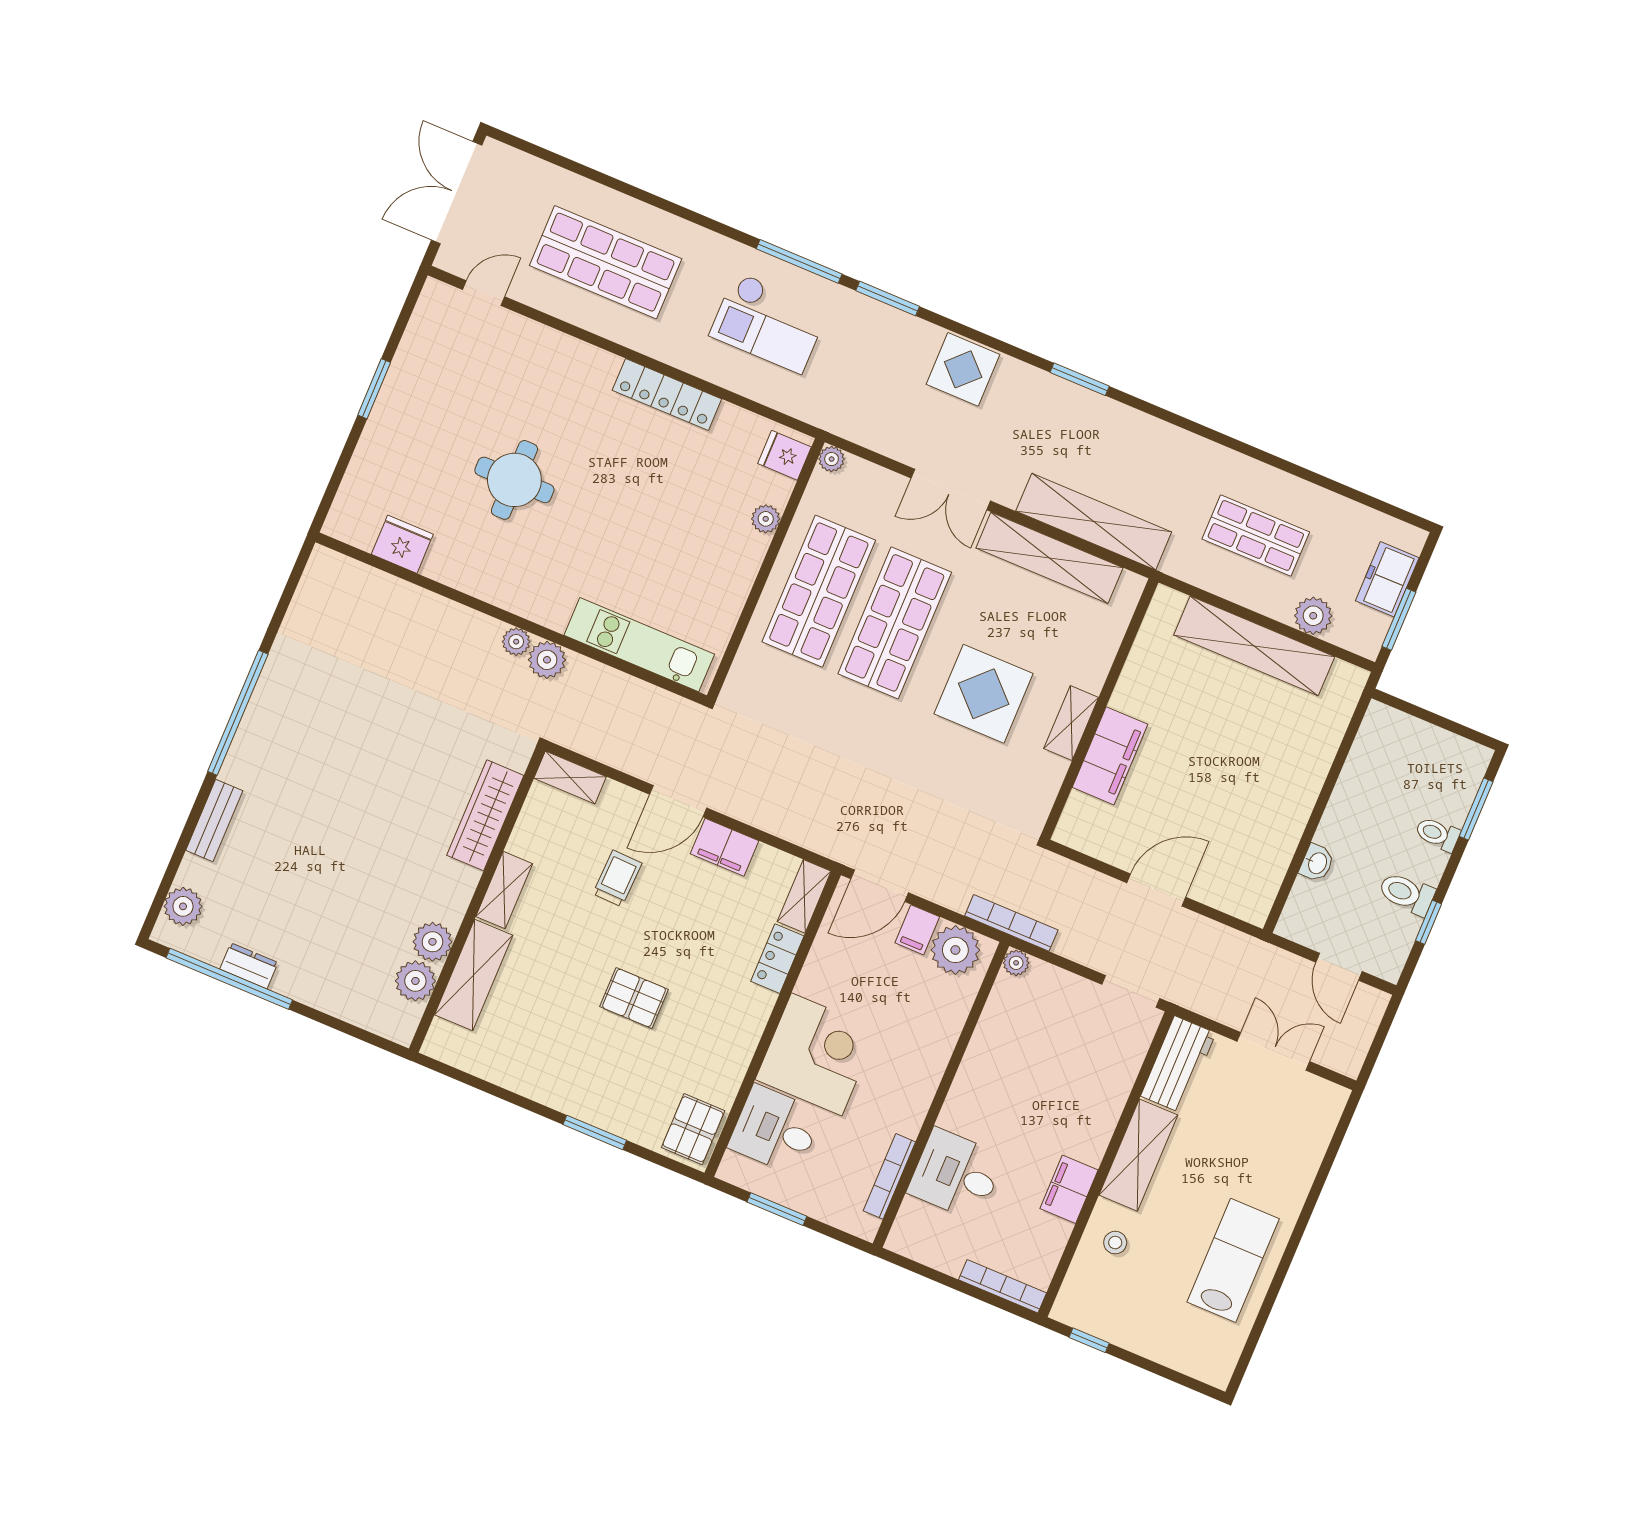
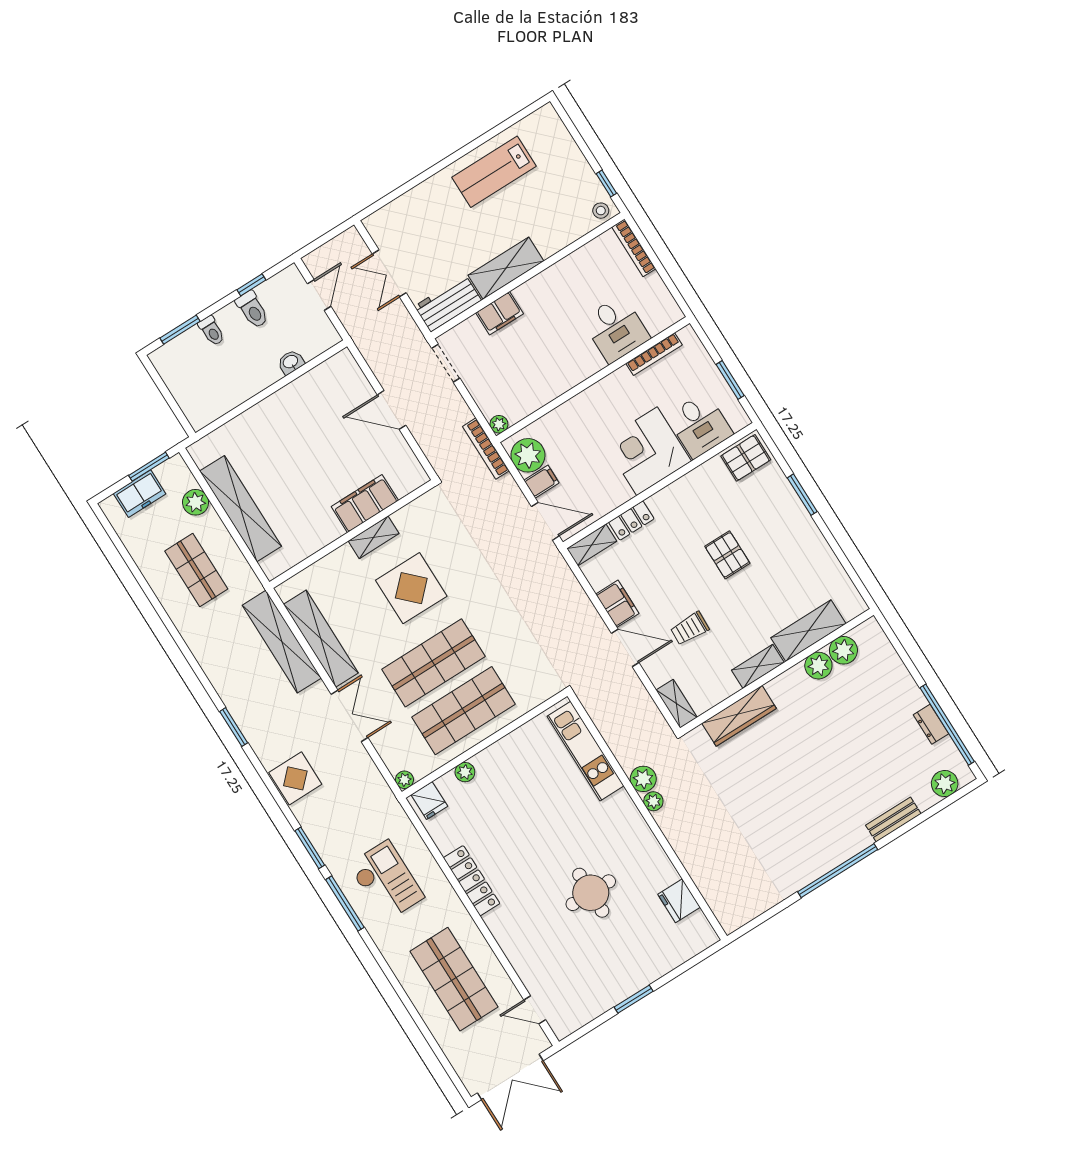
filing cabinet: (1069, 1189) -> (500, 313), moved
stool: (1115, 1243) -> (601, 211), moved

